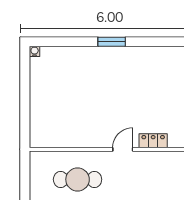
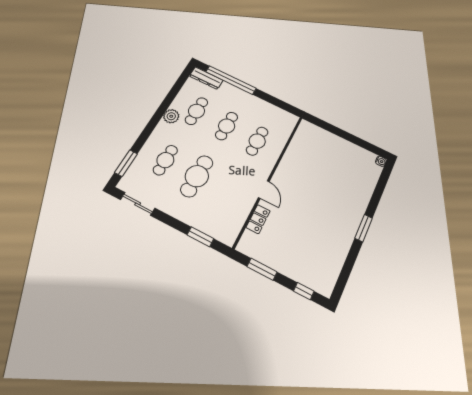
cafe table: (78, 179) -> (257, 141), width x0.73, depth x0.74

